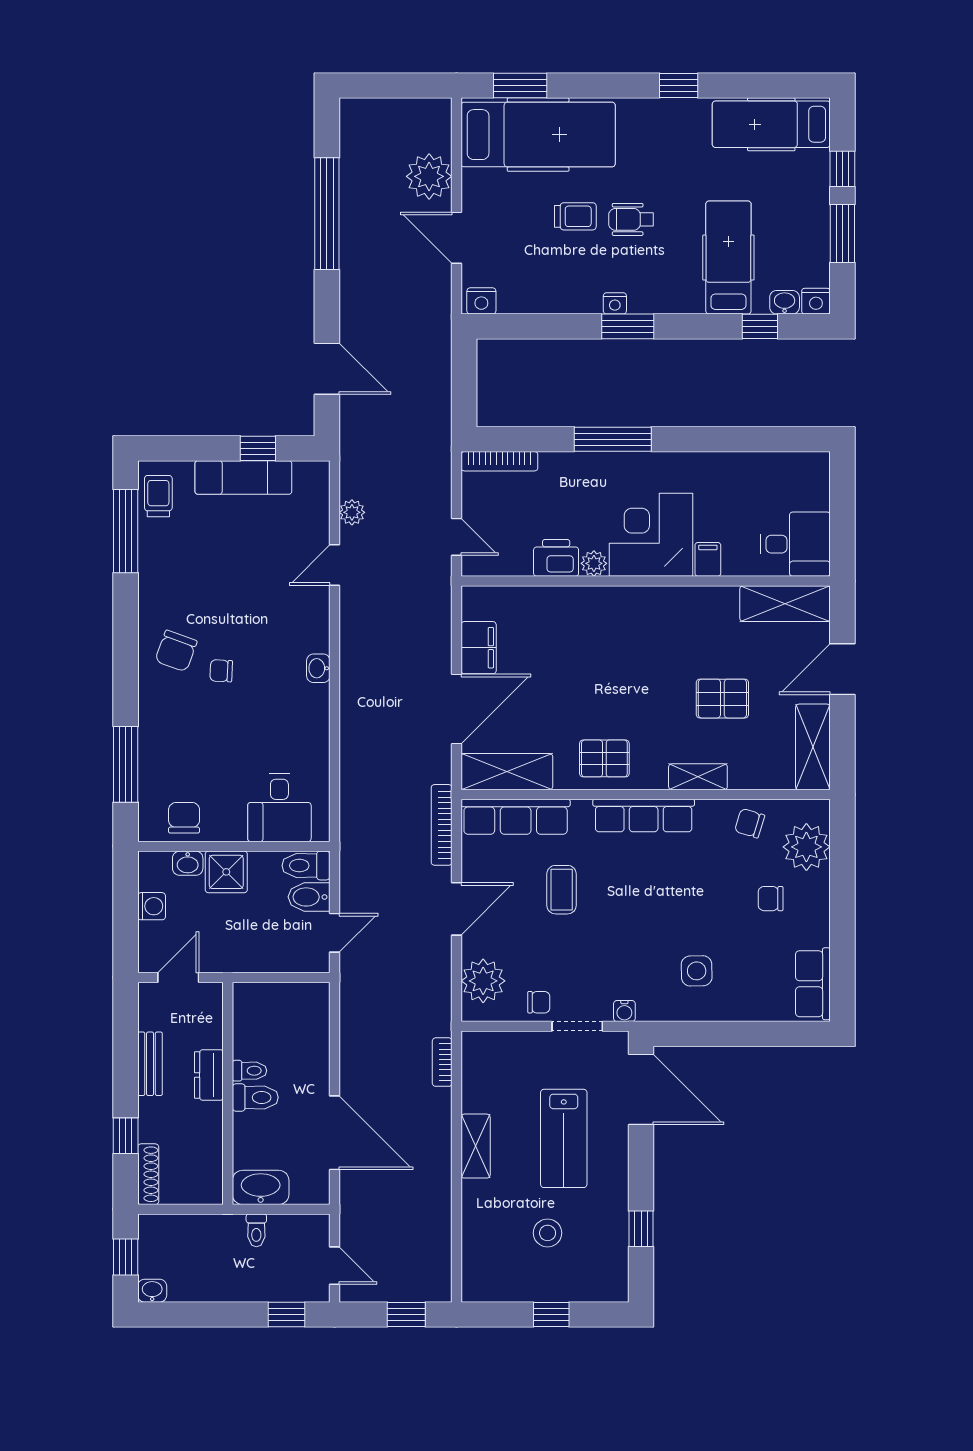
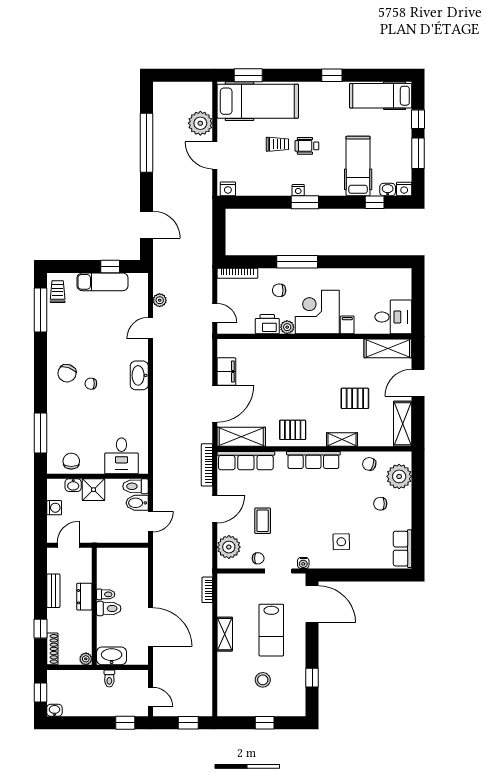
chair: (579, 494) -> (279, 290), added
washbasin: (318, 668) -> (139, 375), width x1.91, depth x1.45
coffee table: (562, 890) -> (263, 521), moved
plant: (212, 1193) -> (86, 659), added

